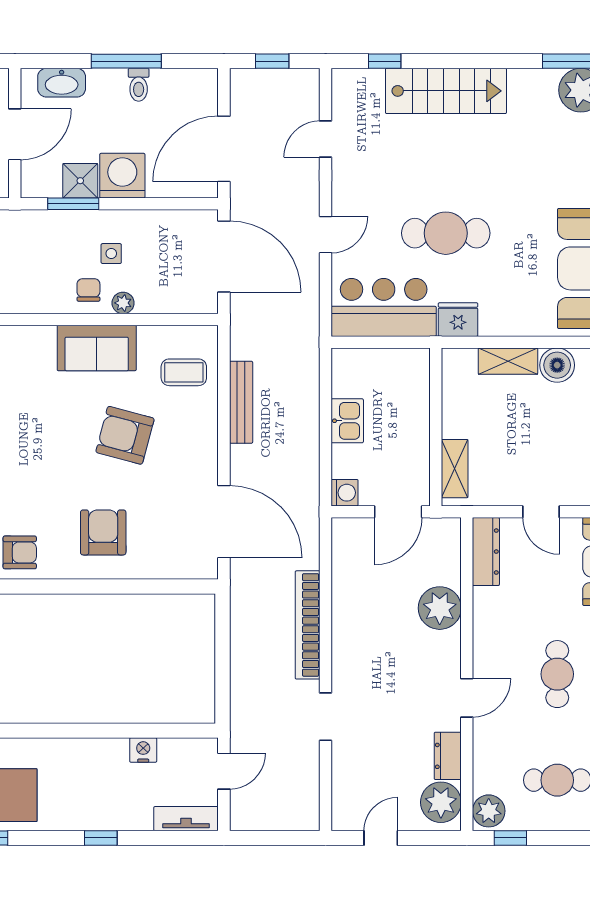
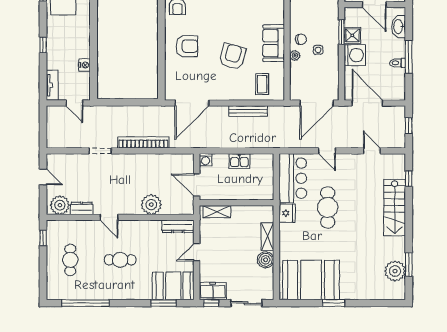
plant: (489, 811) -> (56, 228), removed

